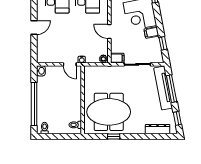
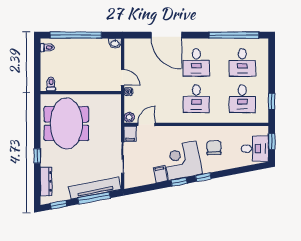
door: (34, 28) -> (166, 35), width x1.88
door: (109, 31) -> (146, 124), moved
window: (163, 43) -> (179, 182), moved
door: (70, 64) -> (123, 78), swing flipped
window: (114, 136) -> (37, 156), moved

